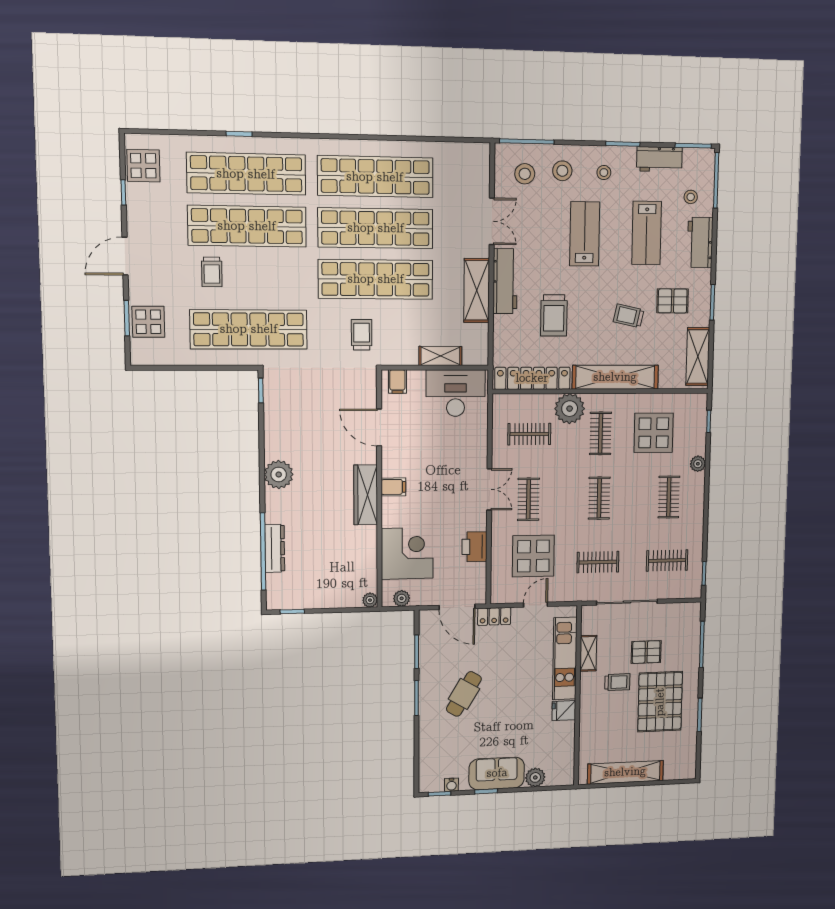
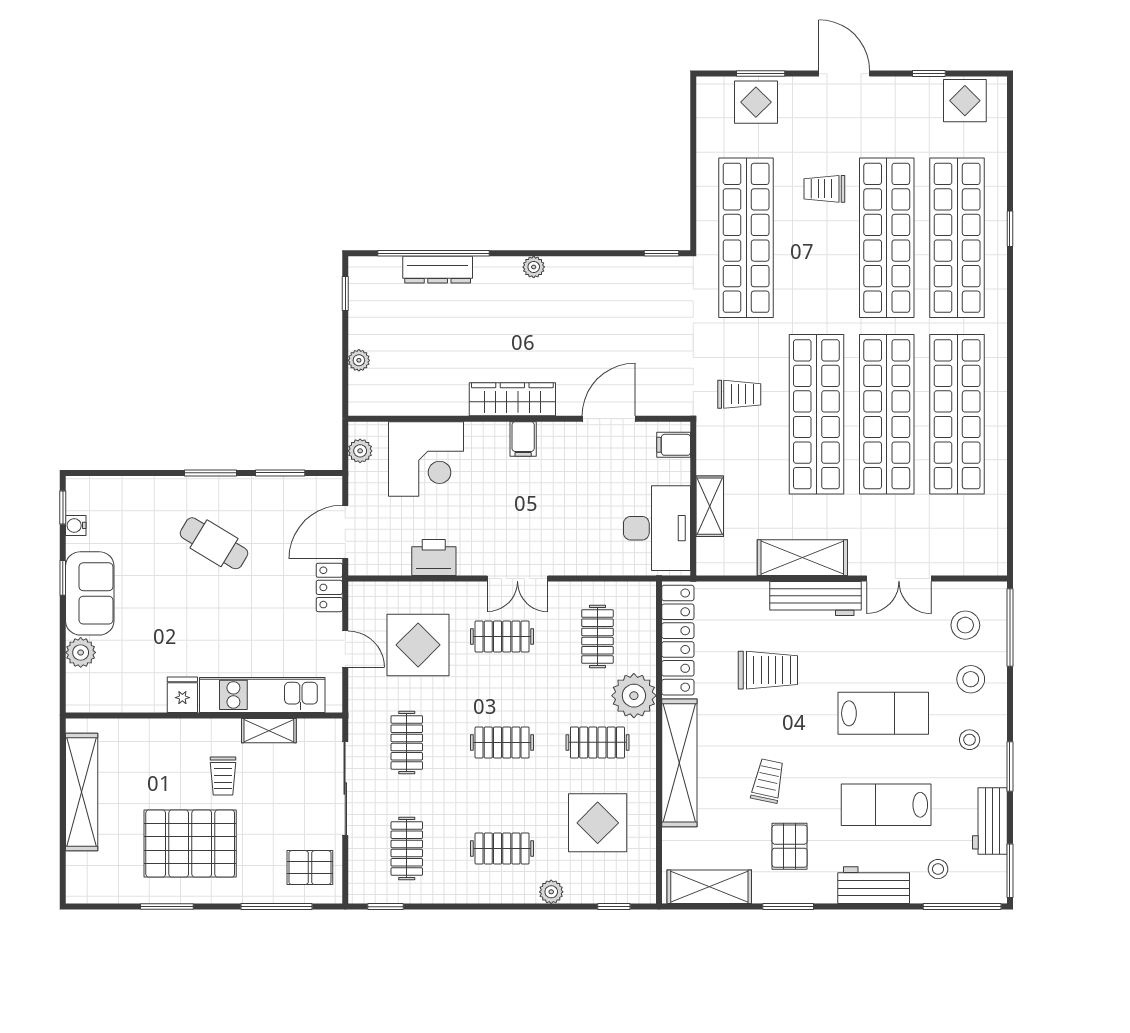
trolley: (554, 315) -> (768, 670), turned 180
plant: (279, 474) -> (534, 267), width x0.53, depth x0.53
plant: (370, 600) -> (359, 360), moved
pallet: (646, 652) -> (310, 868), moved, turned 90

